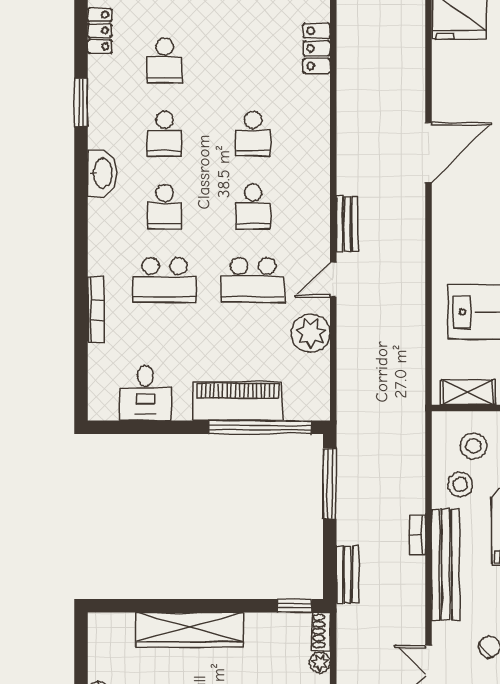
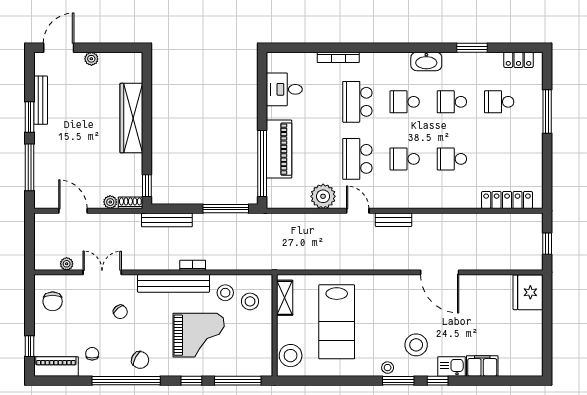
locker: (317, 48) -> (507, 200), width x1.53
bench: (347, 575) -> (167, 220), width x1.36

